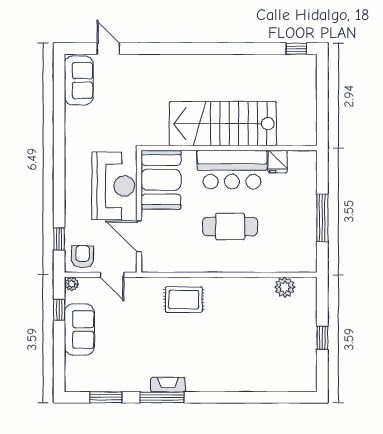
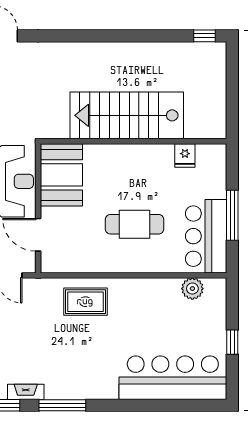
bar counter: (232, 170) -> (206, 236), moved, turned 90
bar counter: (266, 371) -> (173, 378), added
fireplace: (168, 385) -> (26, 392), moved

